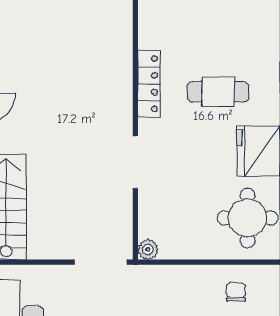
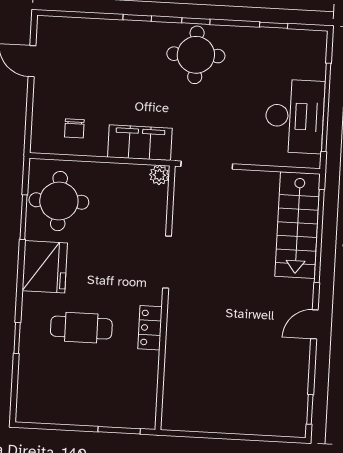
locker: (149, 84) -> (150, 328), width x0.66
filing cabinet: (169, 281) -> (140, 143), added

